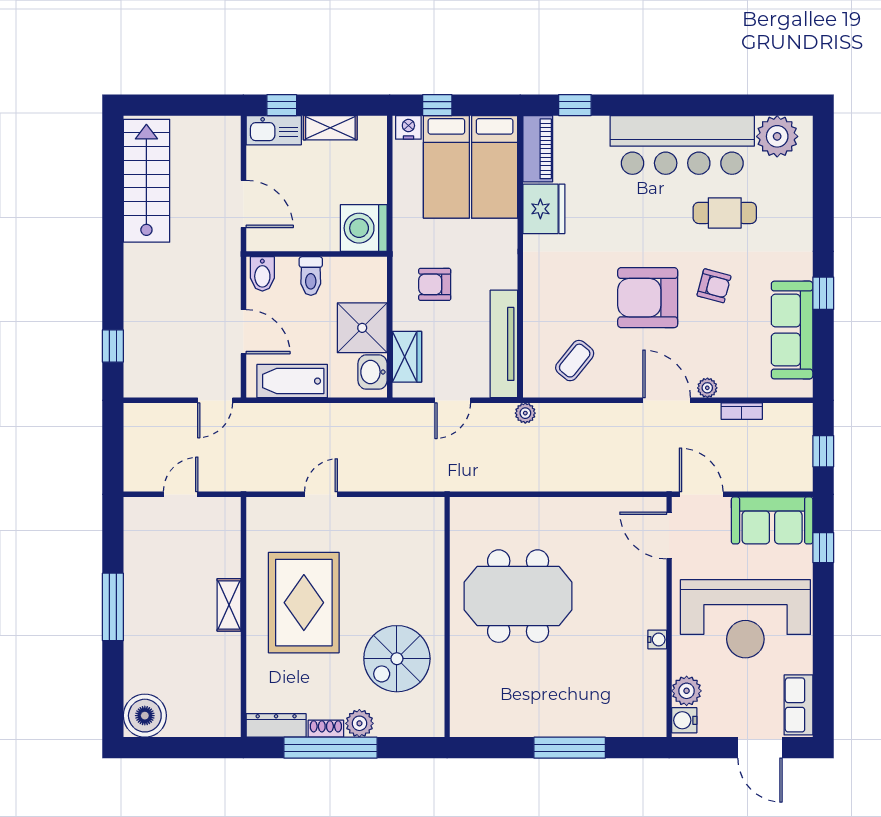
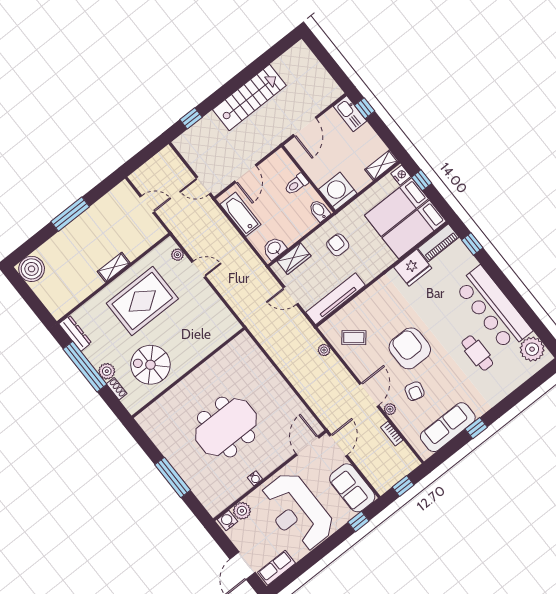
shelving: (330, 128) -> (382, 165), moved, turned 90
stairs: (146, 181) -> (249, 97), moved
bidet: (262, 274) -> (319, 211), moved, turned 90
armchair: (714, 286) -> (415, 391), moved
shower: (362, 328) -> (291, 227), removed
plant: (525, 413) -> (324, 350), moved
plant: (279, 507) -> (177, 255), added
meeting table: (518, 596) -> (226, 427), moved, turned 90
shoe rack: (326, 729) -> (117, 389), moved

